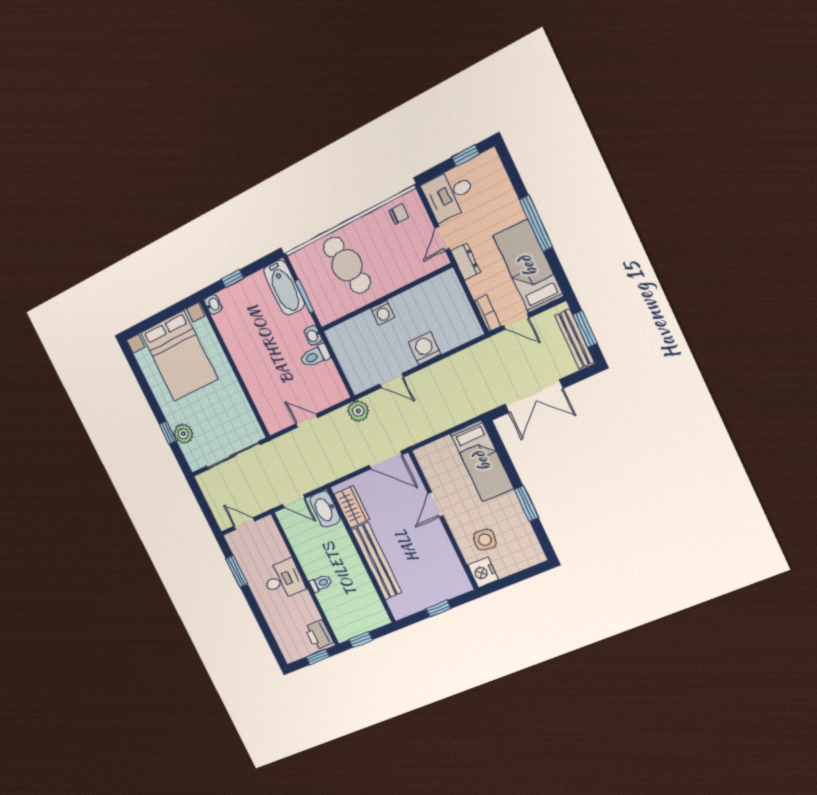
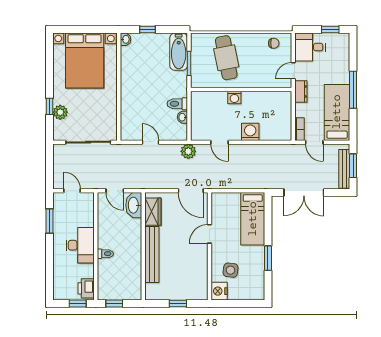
washbasin: (313, 335) -> (182, 117), moved
desk: (283, 580) -> (80, 245), width x1.37

